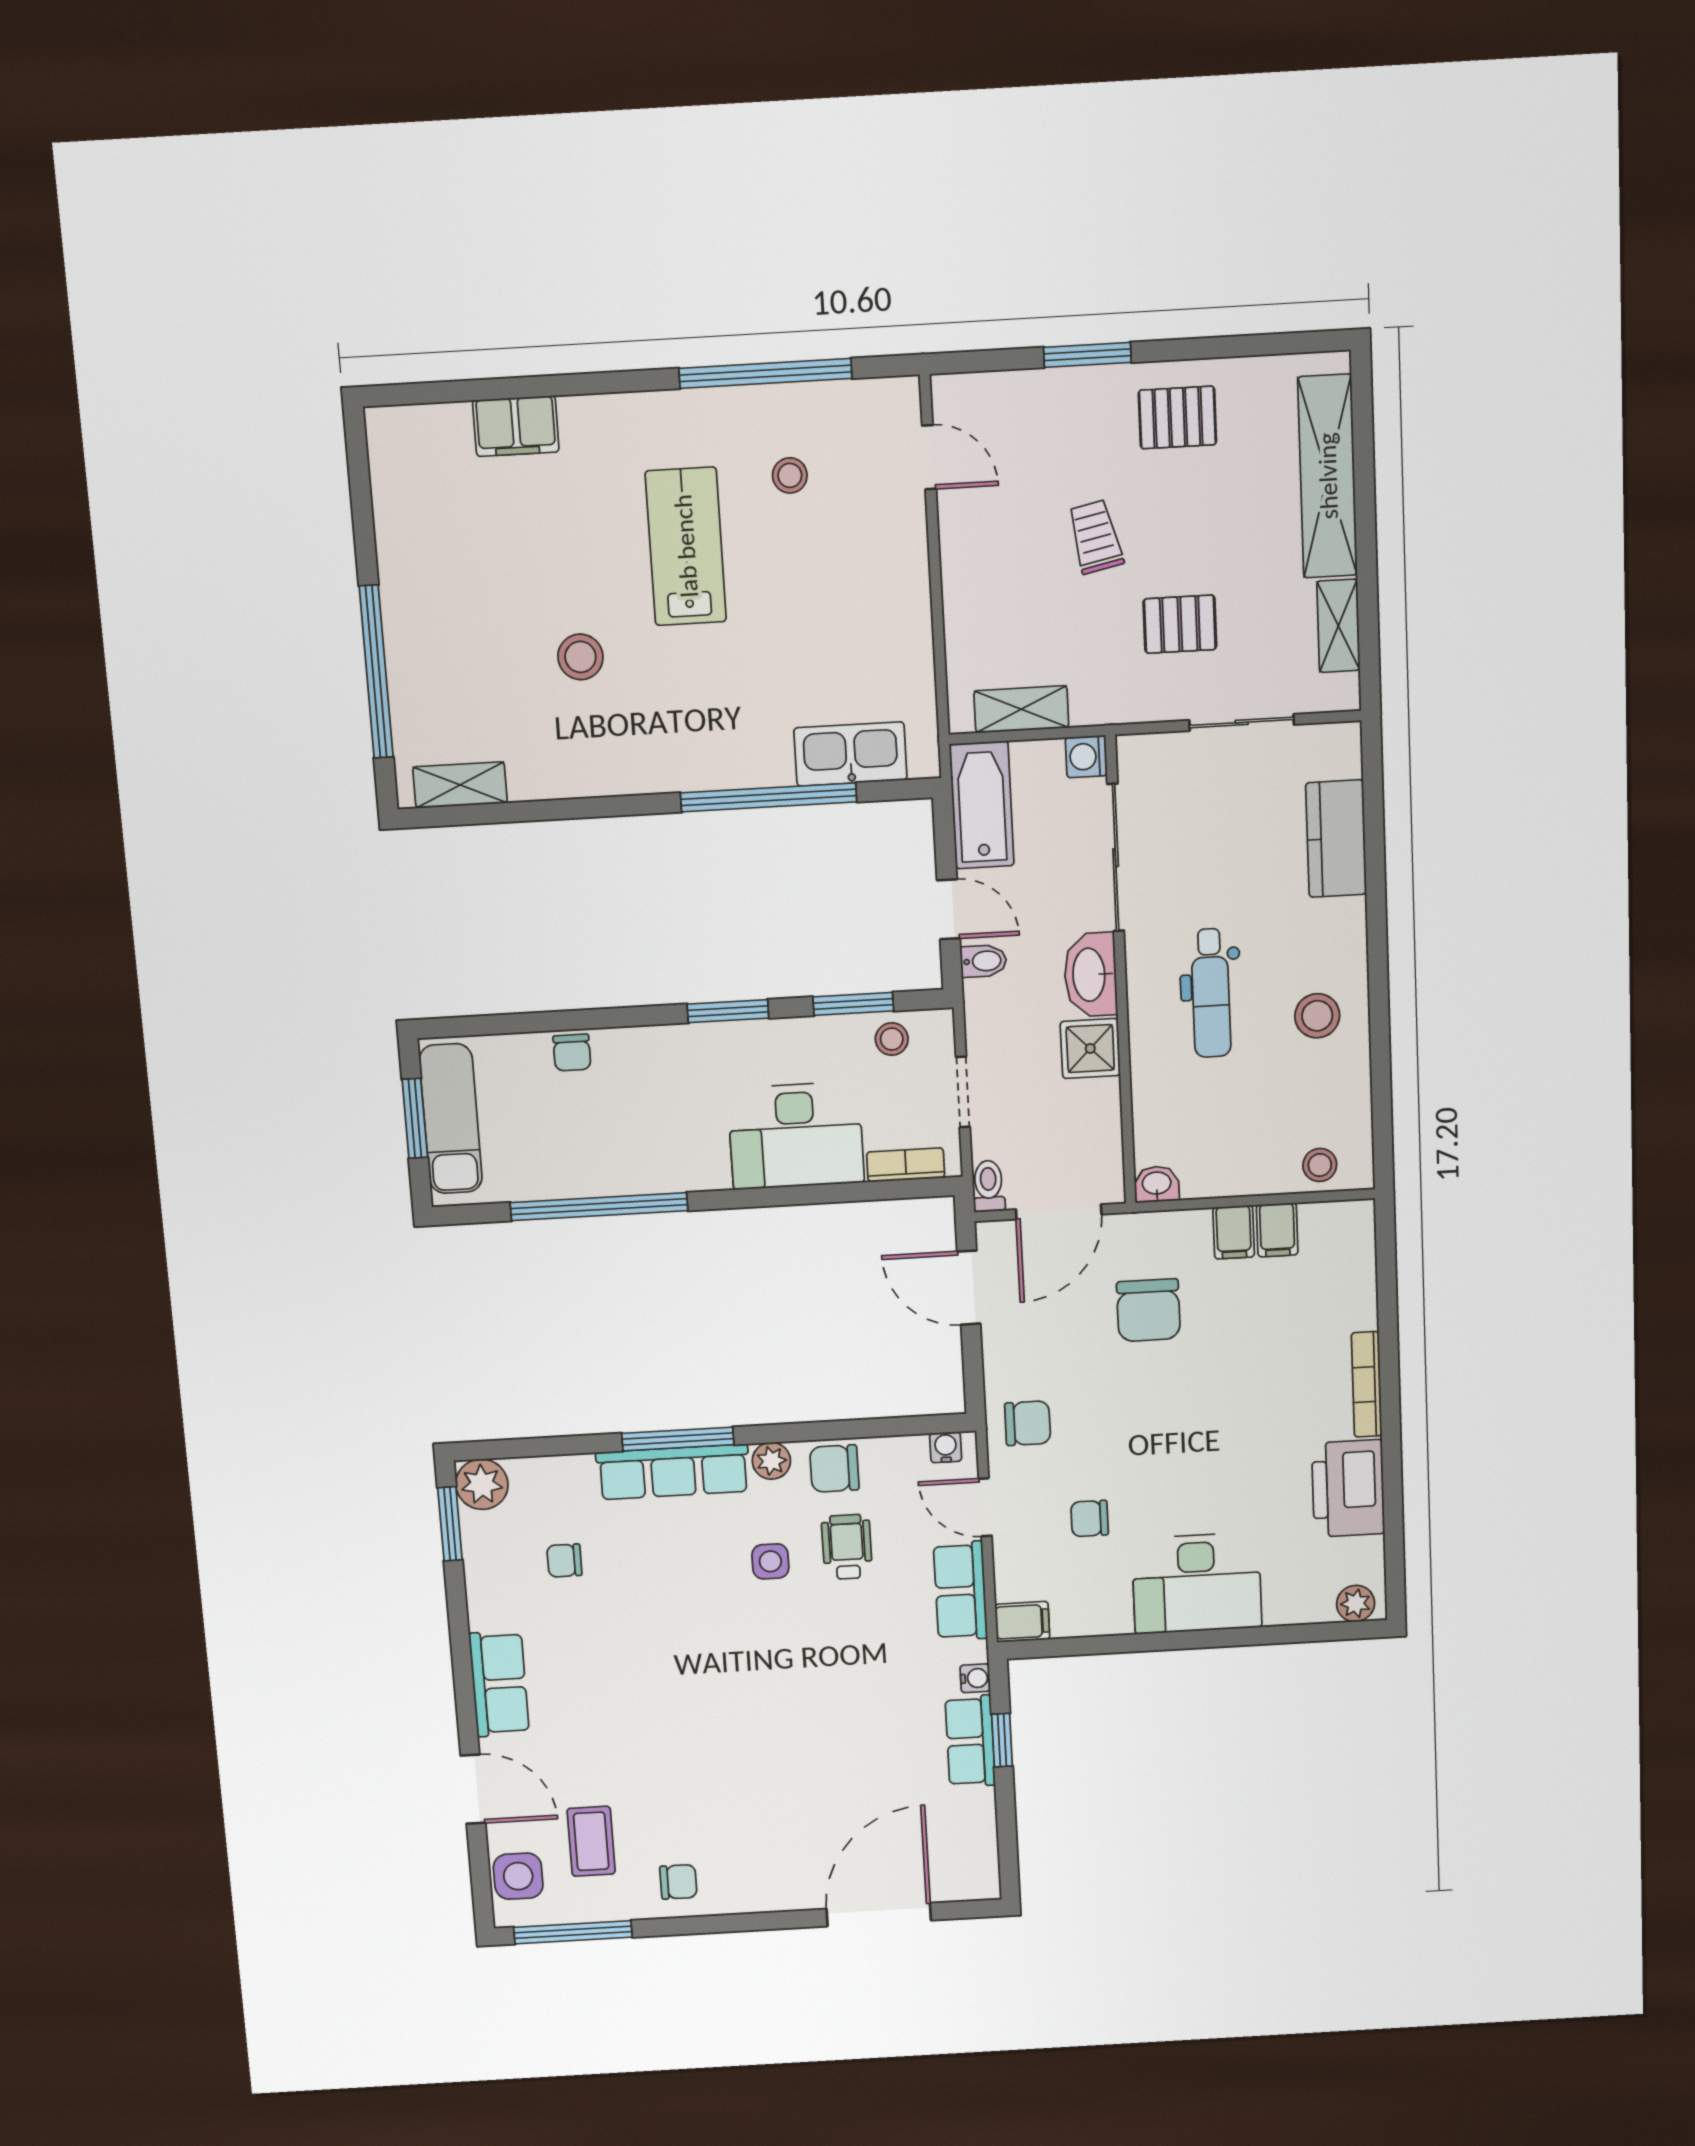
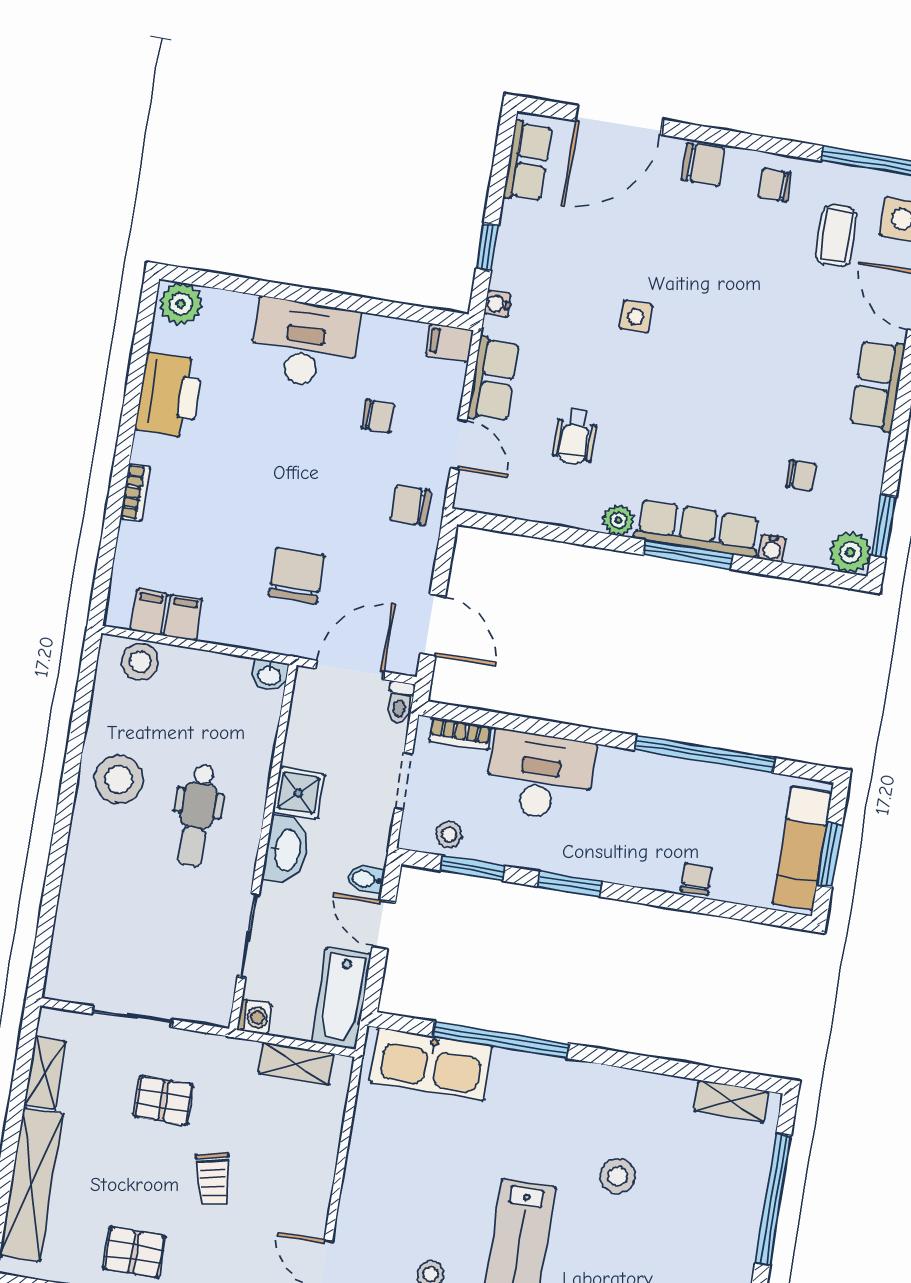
kitchen sink: (850, 754) -> (431, 1064), width x1.36, depth x1.24
kitchen counter: (1336, 839) -> (78, 913), removed
sliding door: (1116, 858) -> (248, 936), width x0.73
dental chair: (1211, 993) -> (197, 815), turned 180
stool: (1317, 1016) -> (119, 779), width x1.38, depth x1.38
stool: (1320, 1165) -> (140, 662), width x1.37, depth x1.37
filing cabinet: (1234, 1232) -> (149, 612), moved
bookcase: (1367, 1384) -> (135, 492), width x0.64
water cooler: (946, 1447) -> (772, 548), moved
chair: (834, 1468) -> (703, 164), moved
side table: (770, 1561) -> (636, 317), moved
plant: (1356, 1604) -> (181, 304), width x1.38, depth x1.38
row of seats: (970, 1741) -> (528, 161), moved

